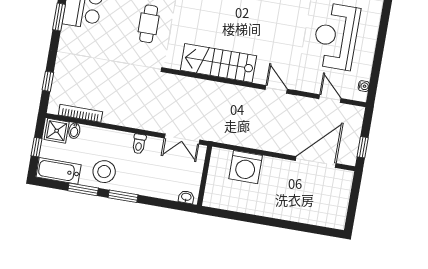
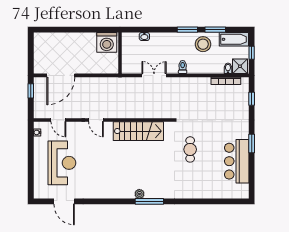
washing machine: (246, 167) -> (107, 42), moved, turned 180
wall: (204, 176) -> (120, 53), moved

